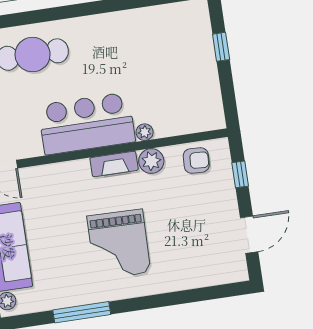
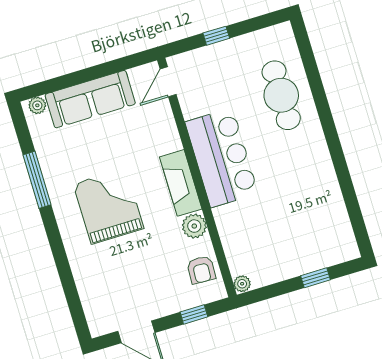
plant: (145, 132) -> (242, 284), moved
fireplace: (114, 164) -> (181, 183), width x1.37, depth x1.32
grand piano: (119, 244) -> (109, 206), turned 89

